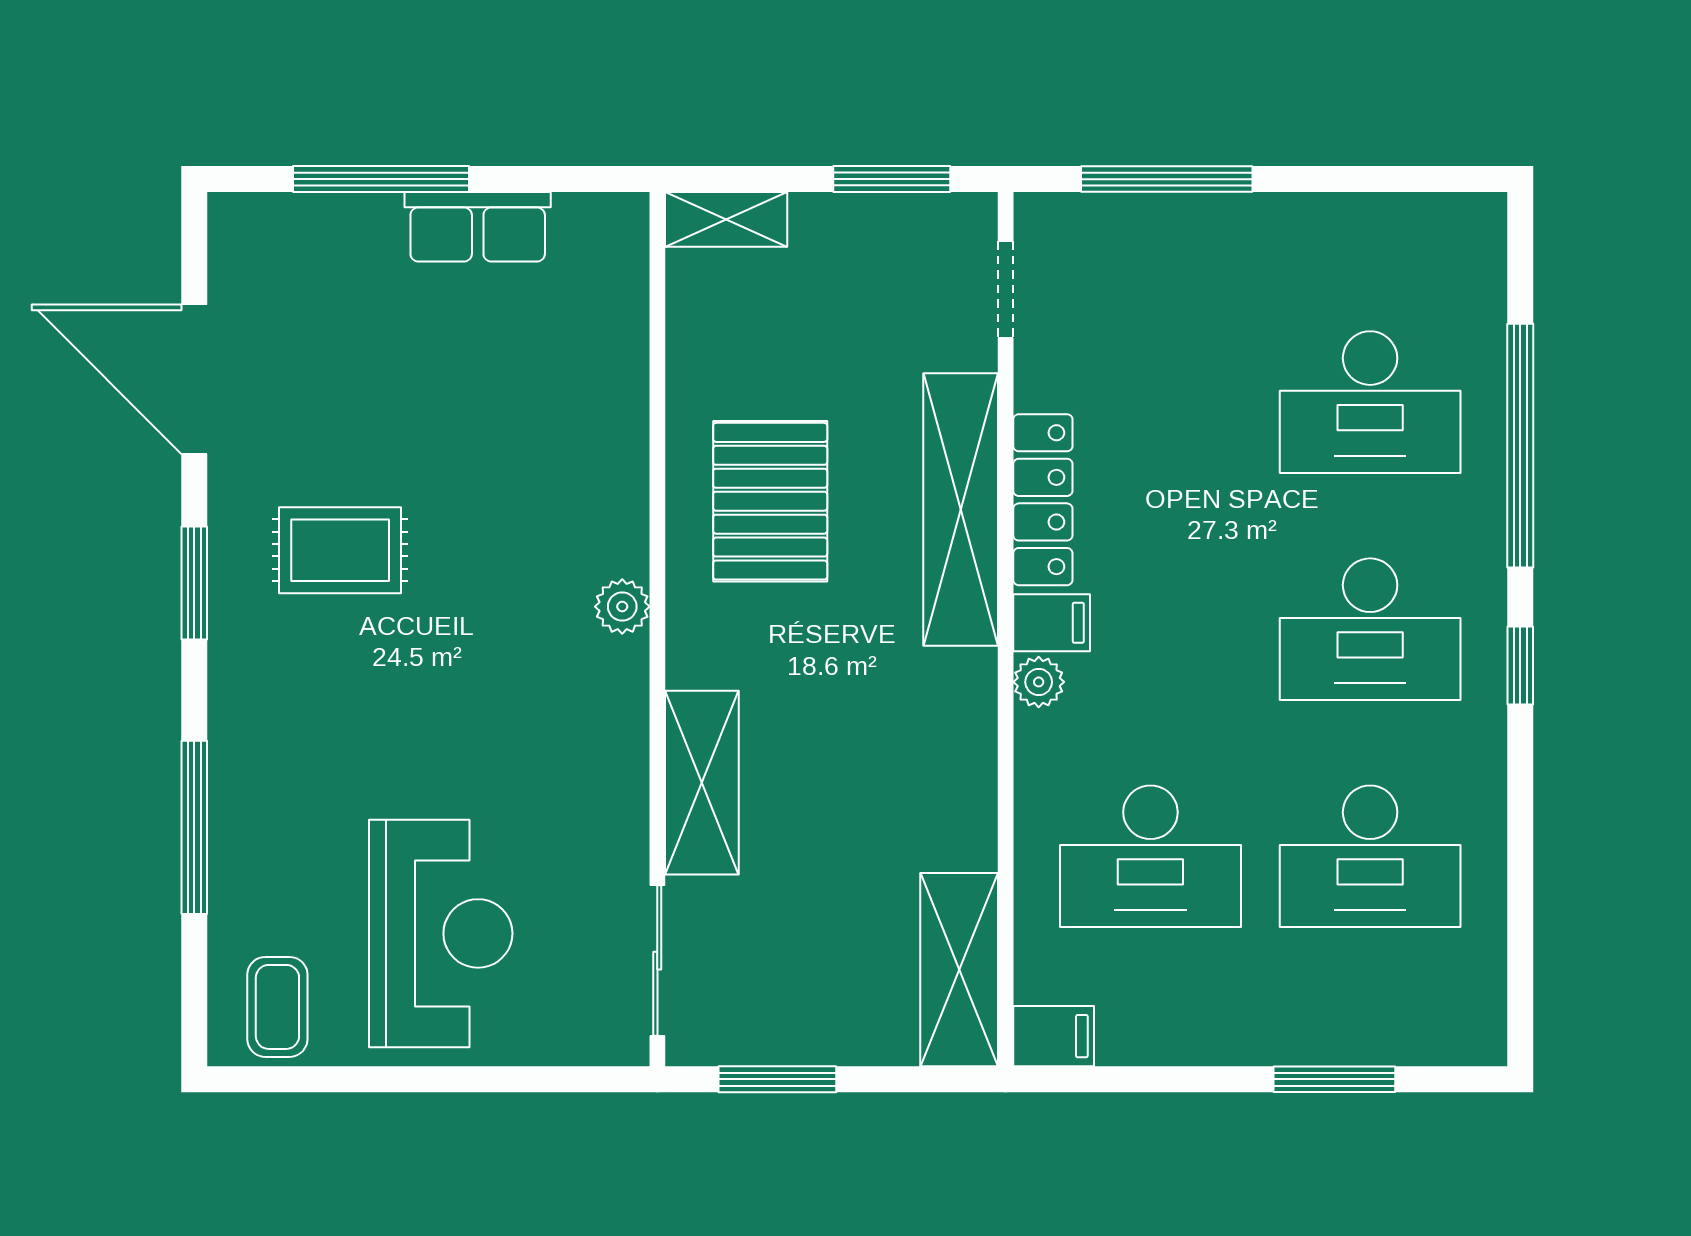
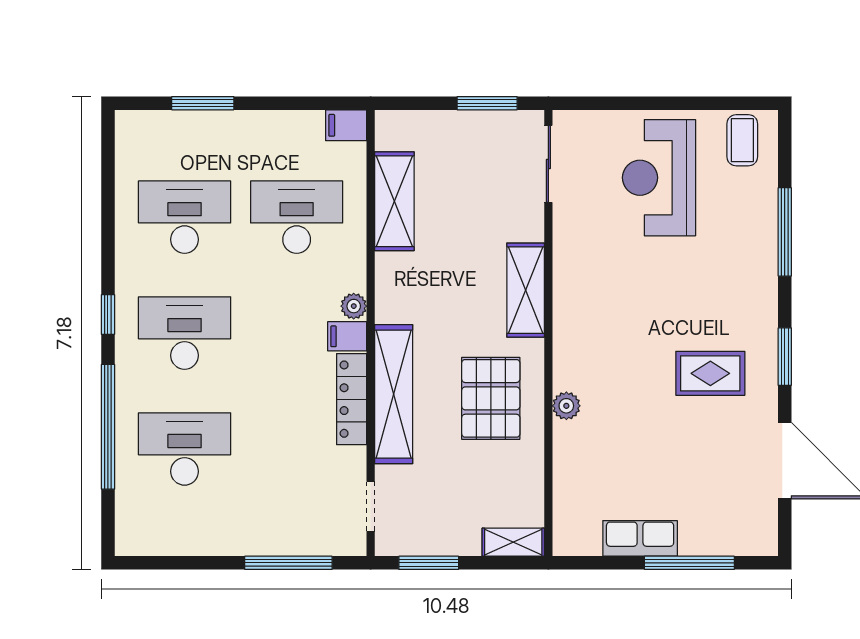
plant: (622, 607) -> (566, 406), moved
shelving: (702, 783) -> (526, 290), moved
shelving: (959, 970) -> (394, 201), moved

